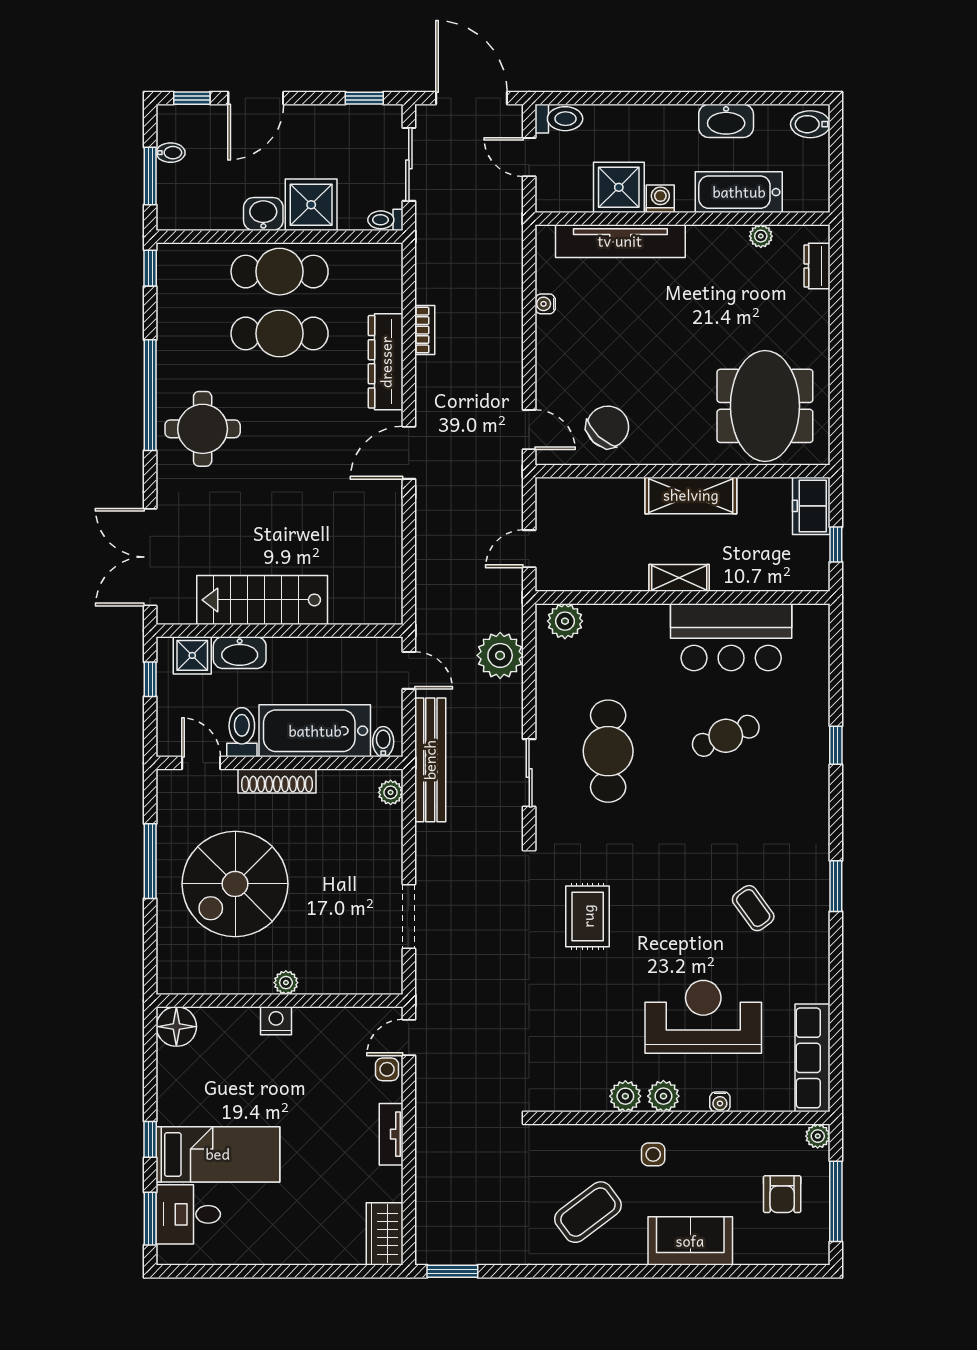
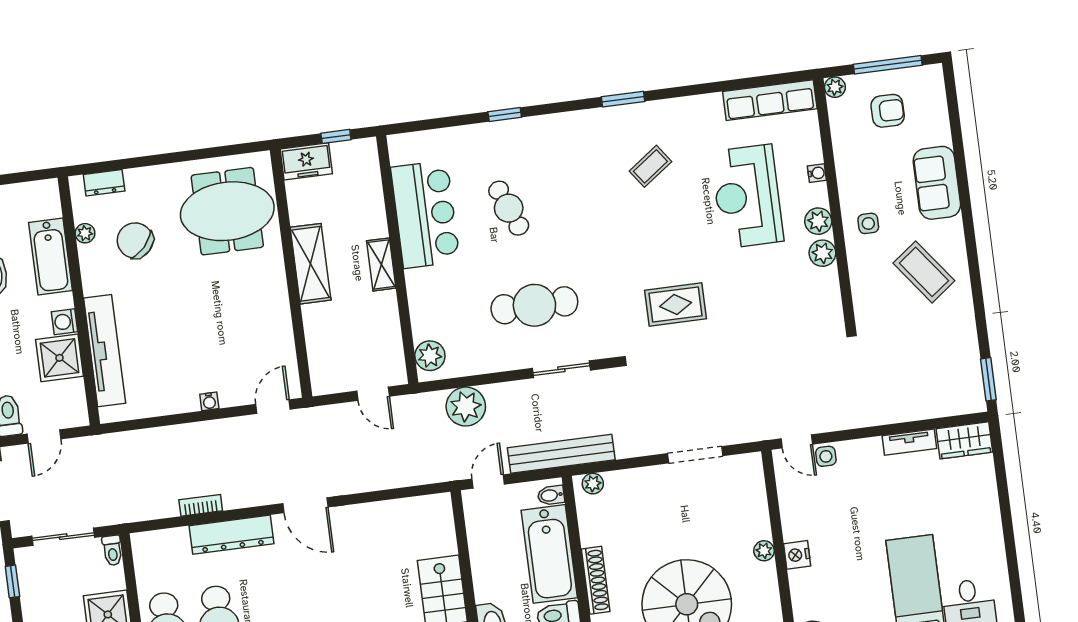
water cooler: (545, 304) -> (209, 401), moved
chair: (608, 427) -> (135, 240), moved
tv unit: (391, 1134) -> (909, 442), moved

